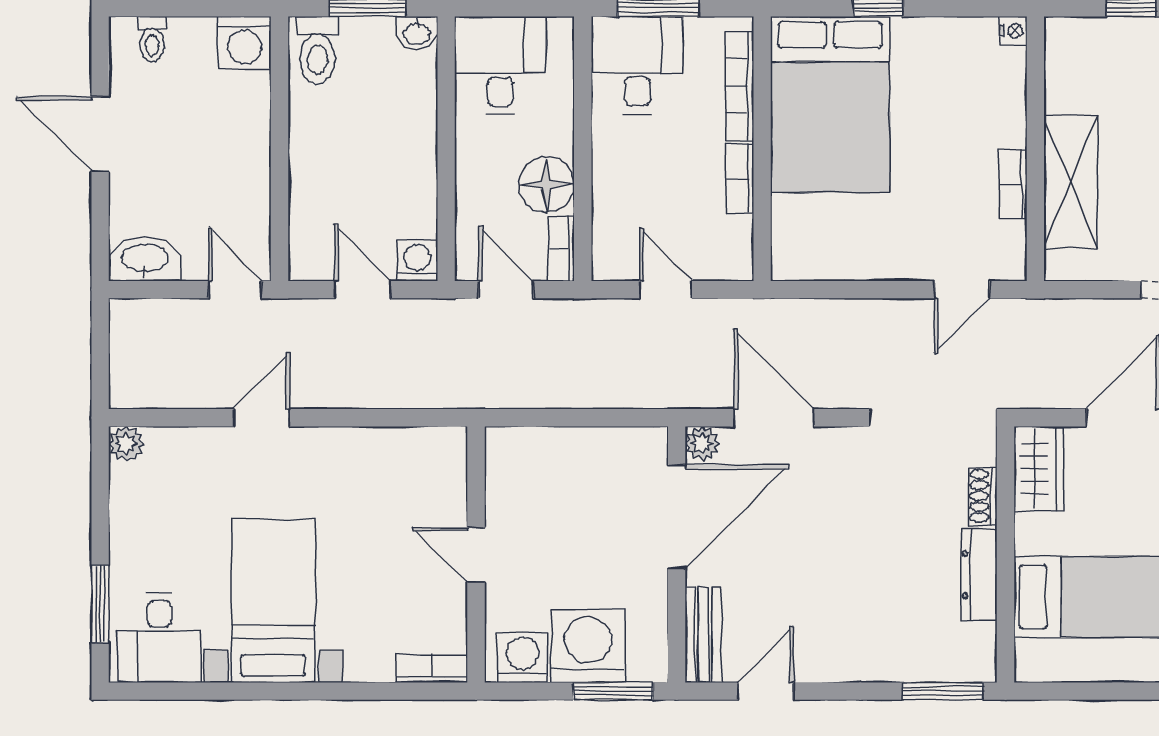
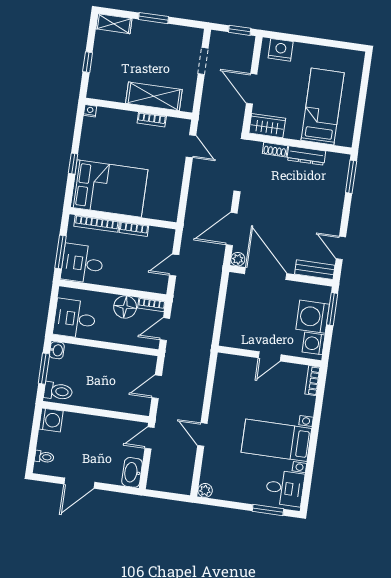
washing machine: (417, 261) -> (148, 363), removed

